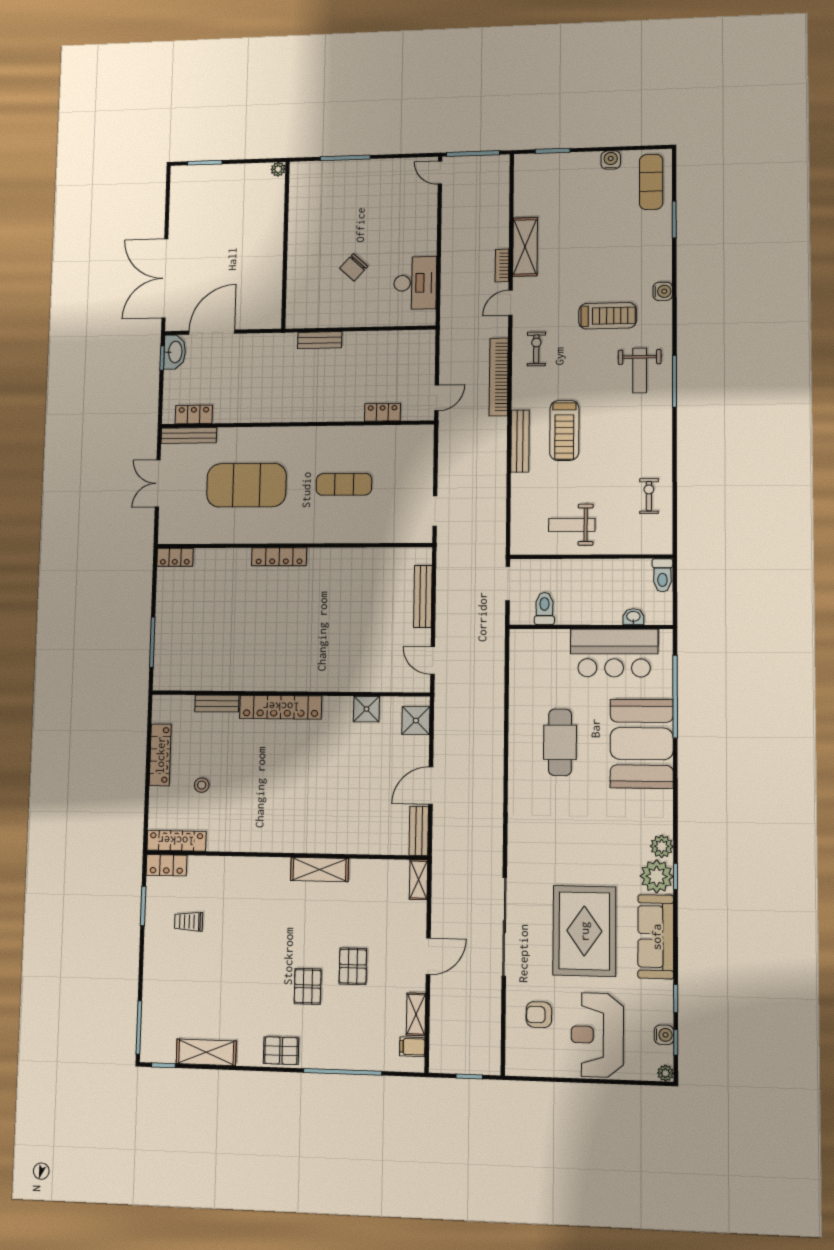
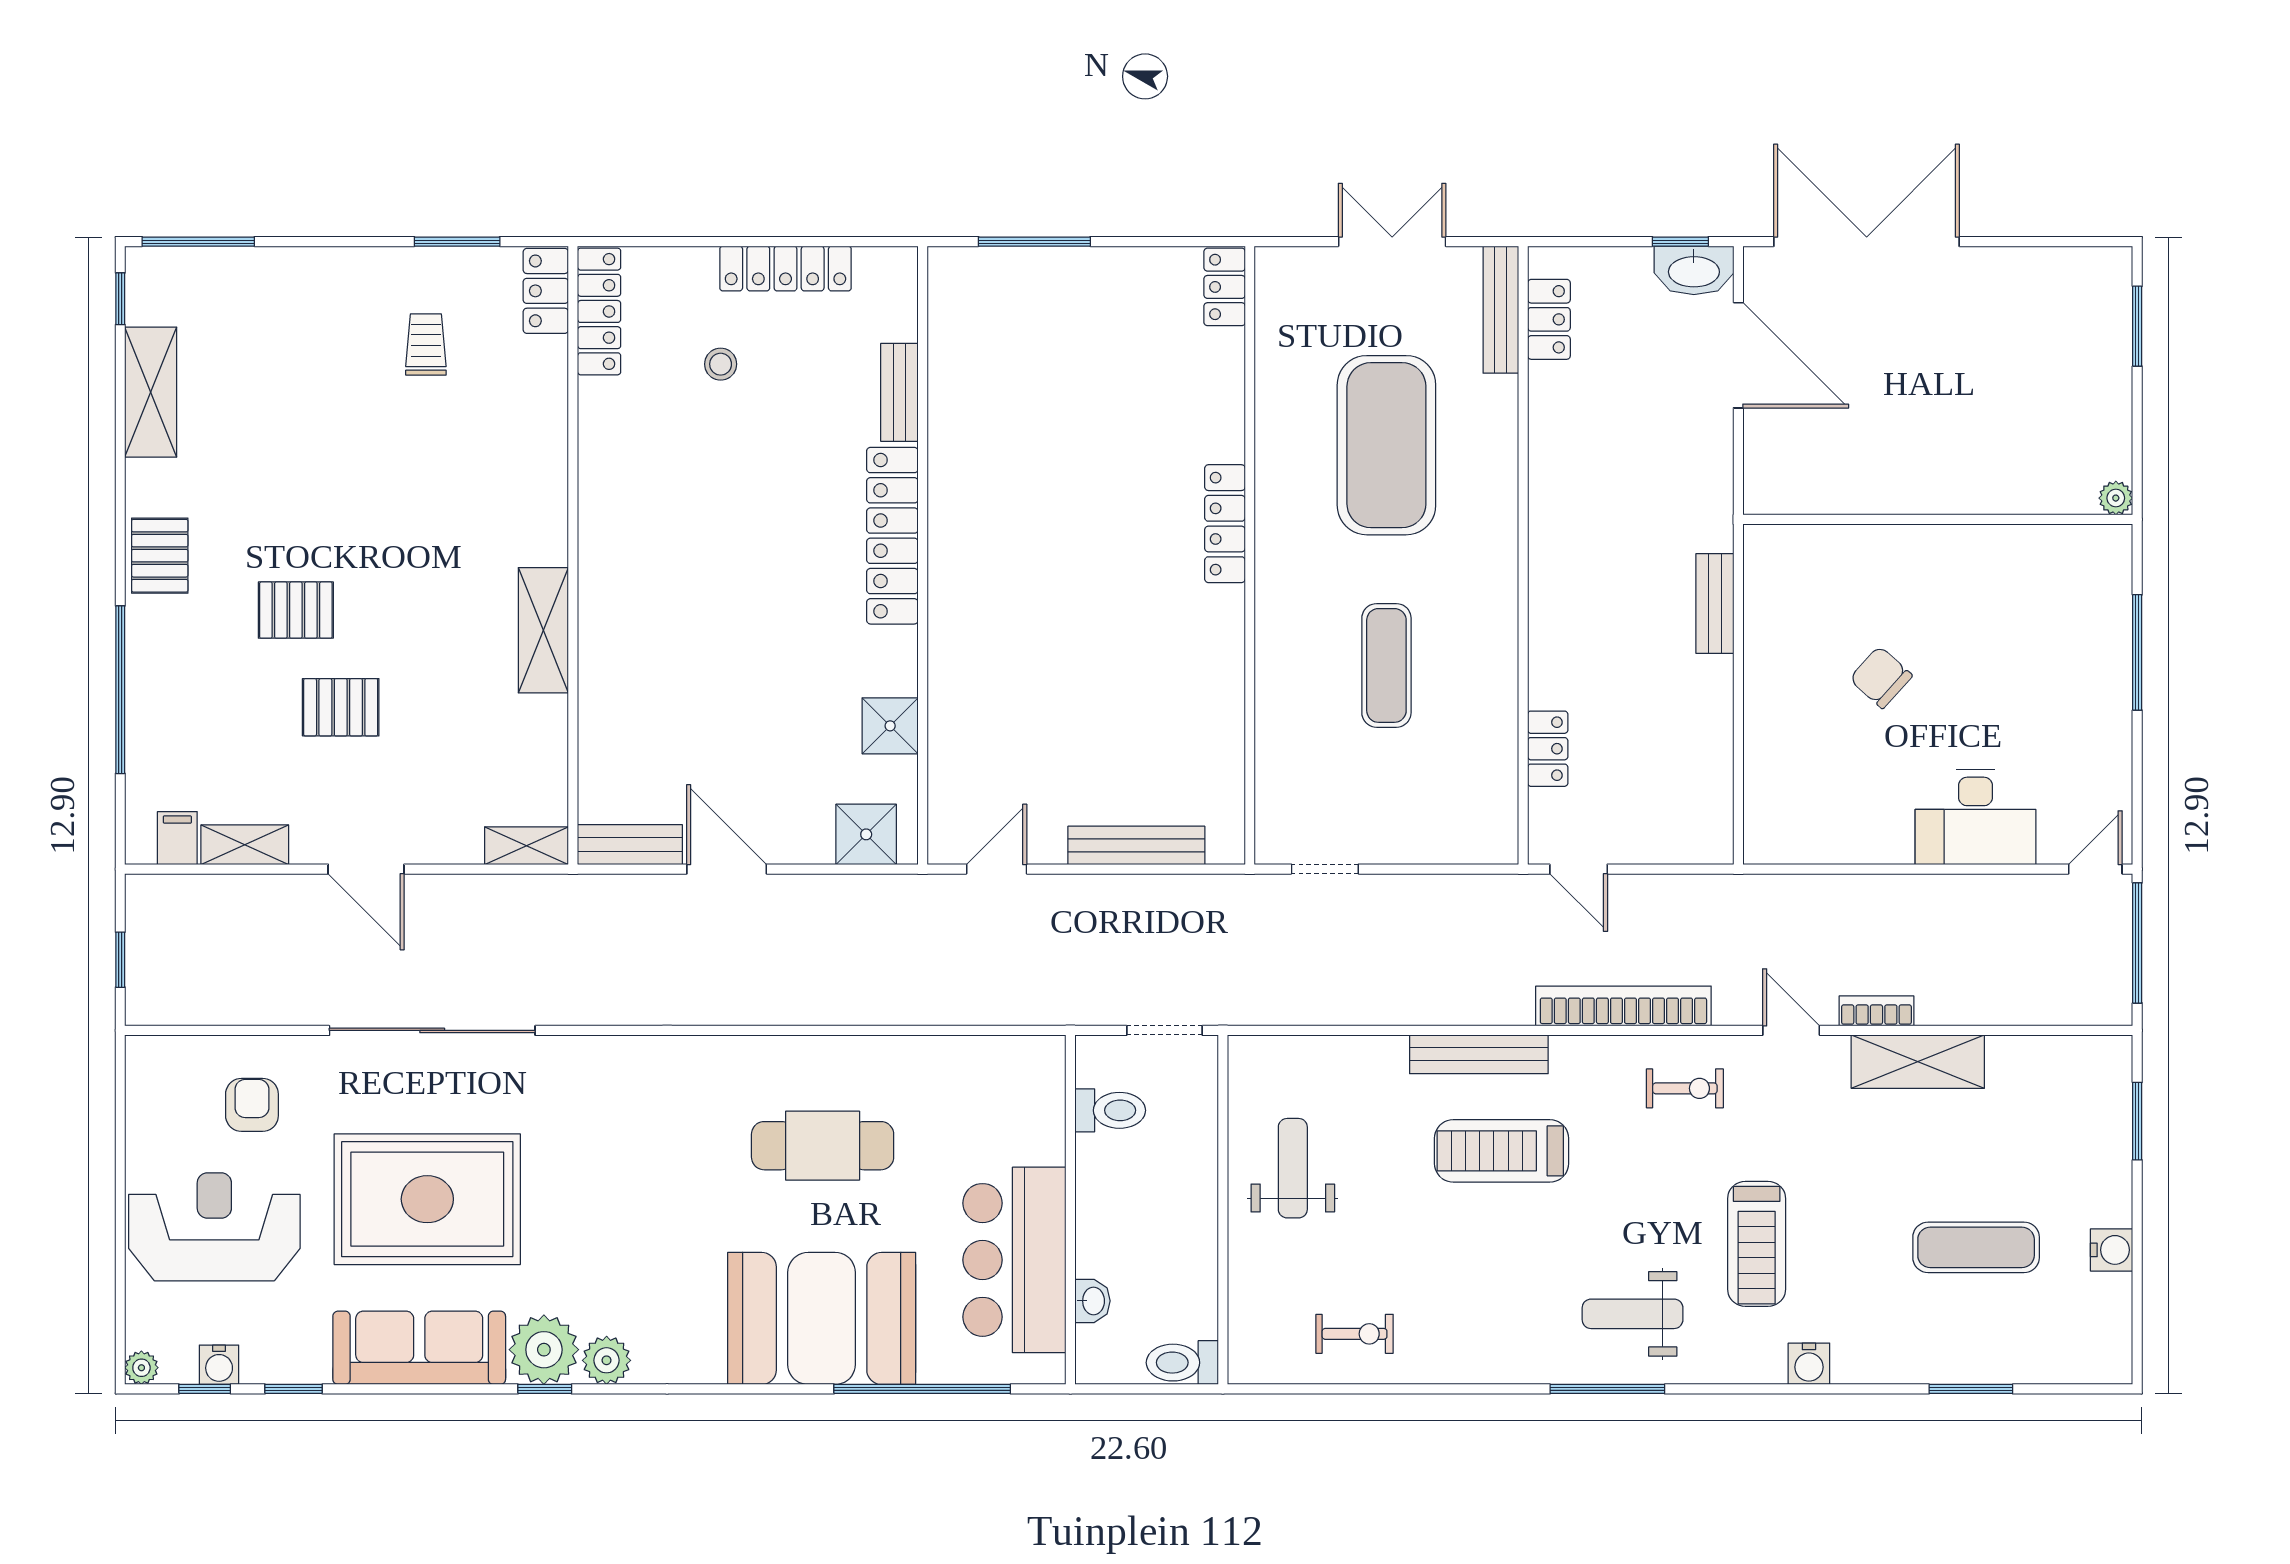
exercise mat: (651, 182) -> (1976, 1247), moved
desk: (415, 283) -> (1976, 817), moved

